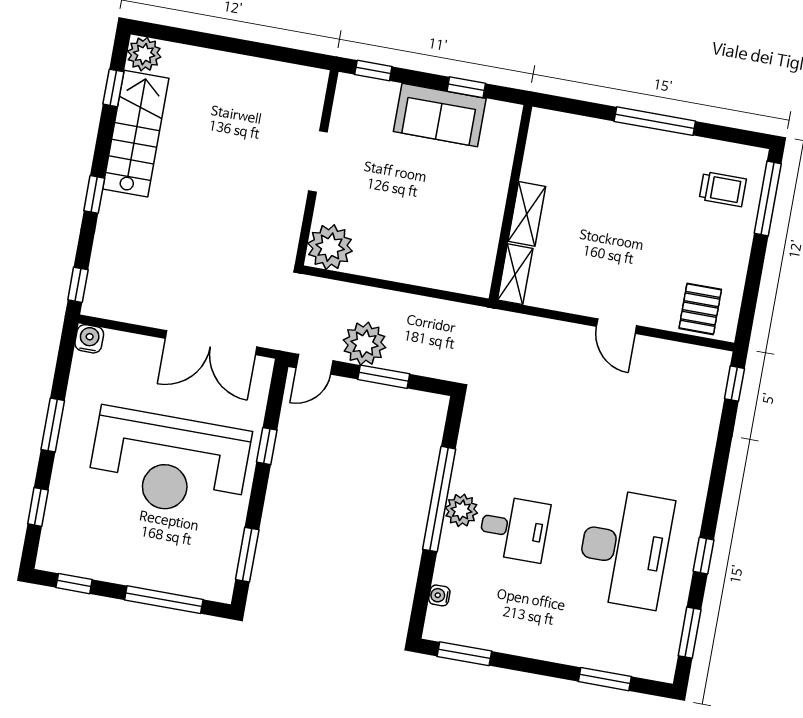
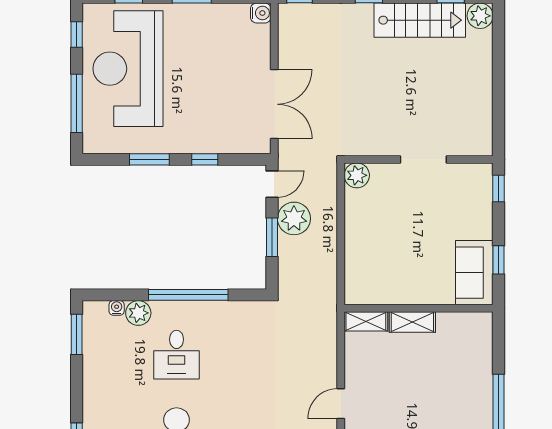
sofa: (440, 115) -> (474, 273), moved
plant: (330, 247) -> (357, 175), width x0.73, depth x0.73
double door: (211, 343) -> (274, 104), swing flipped
door: (315, 364) -> (272, 184), swing flipped
reception desk: (169, 463) -> (128, 69), moved
plant: (461, 510) -> (138, 313), moved
window: (247, 555) -> (149, 159), moved

